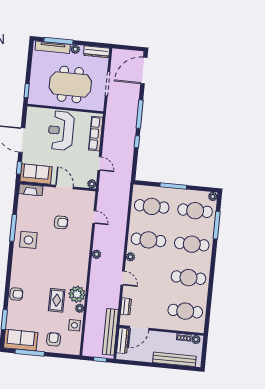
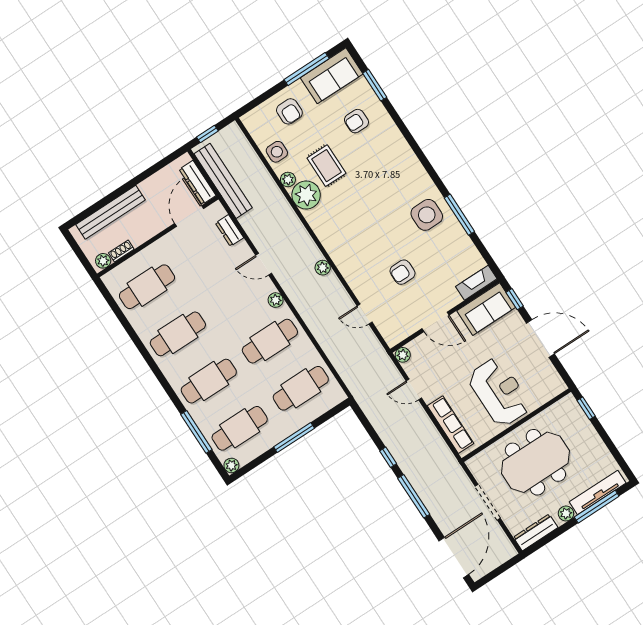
armchair: (16, 294) -> (356, 121), moved

